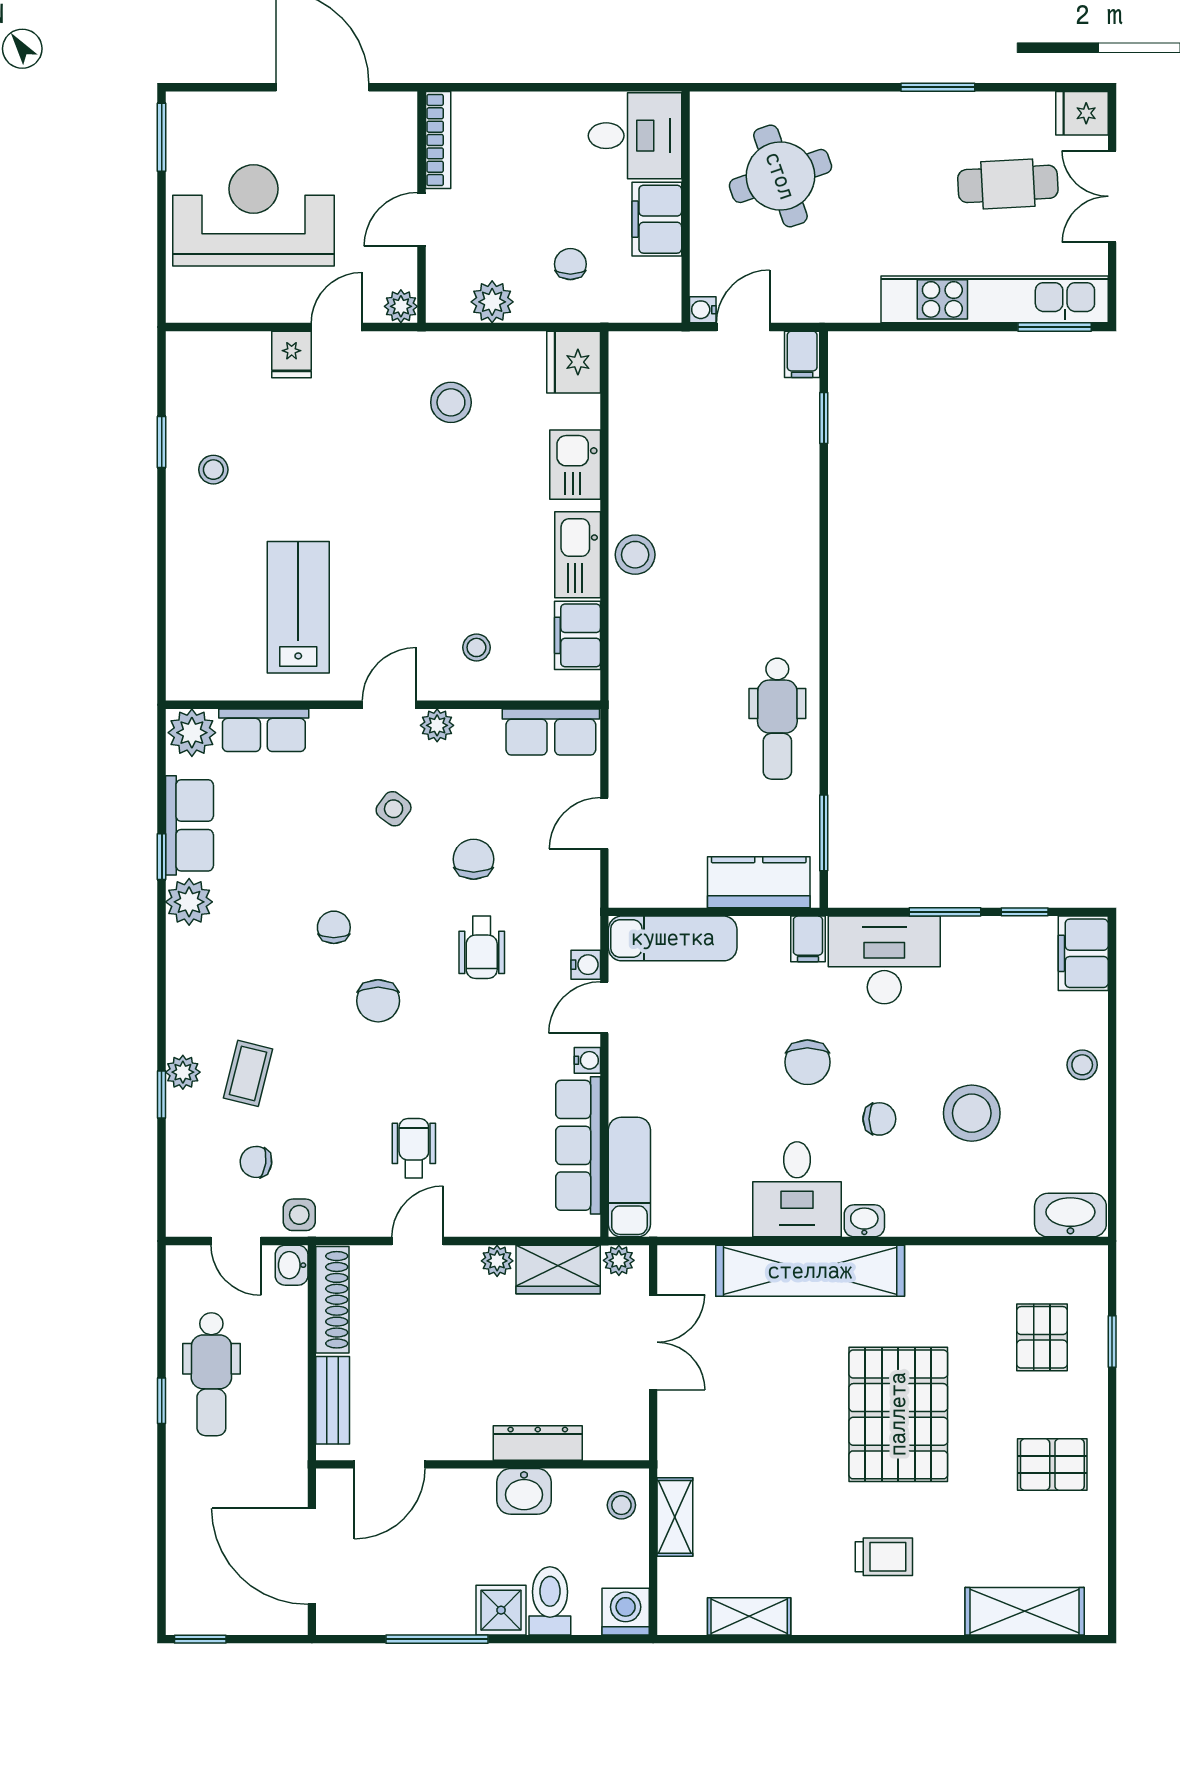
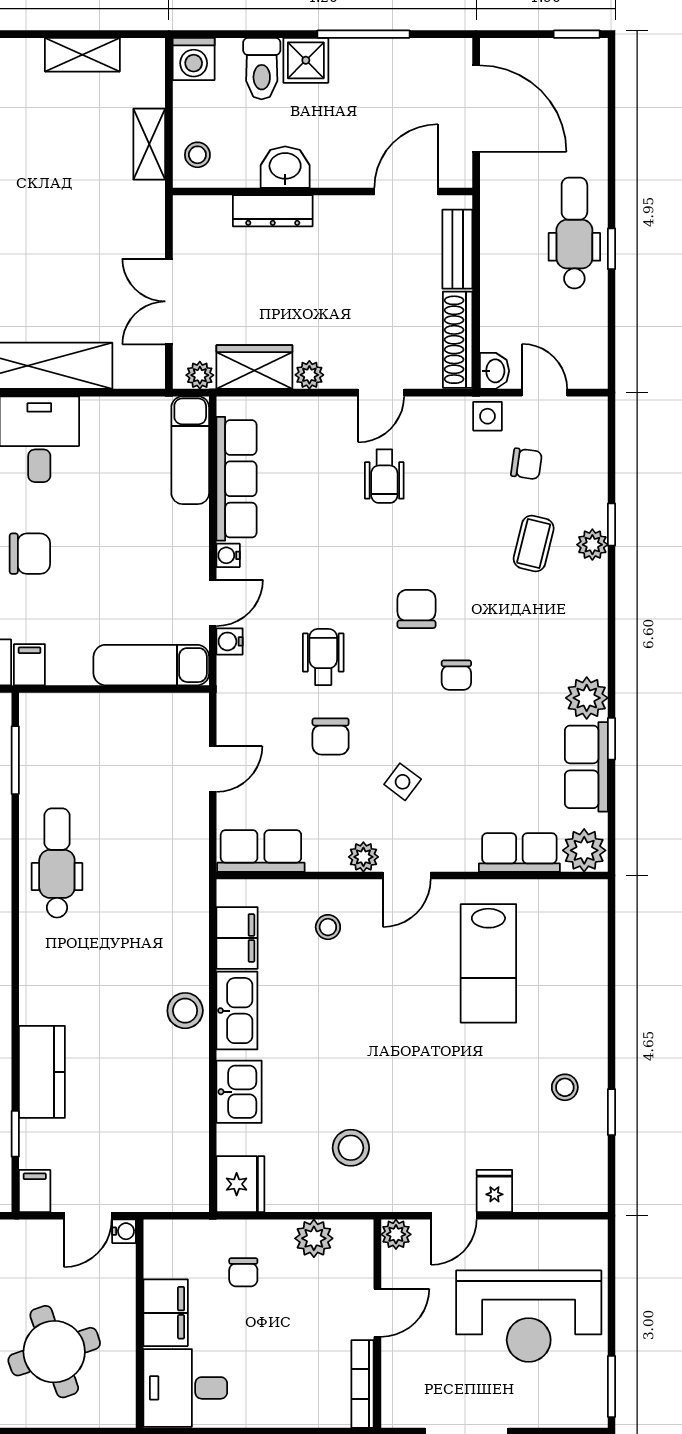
kitchen counter: (759, 882) -> (42, 1072), moved, turned -90
chair: (807, 1062) -> (30, 554), turned 90
dental chair: (211, 1374) -> (574, 233), moved

